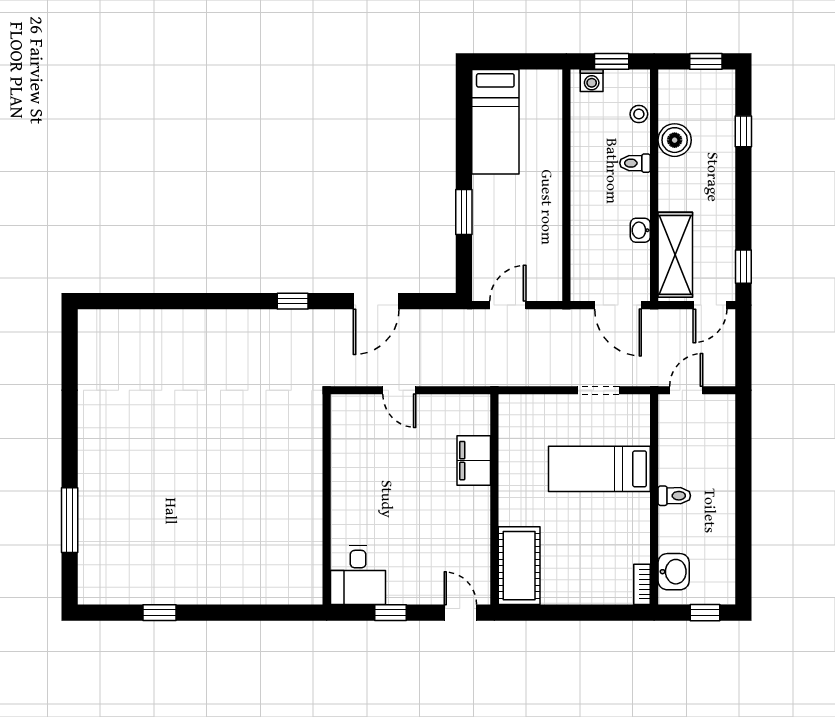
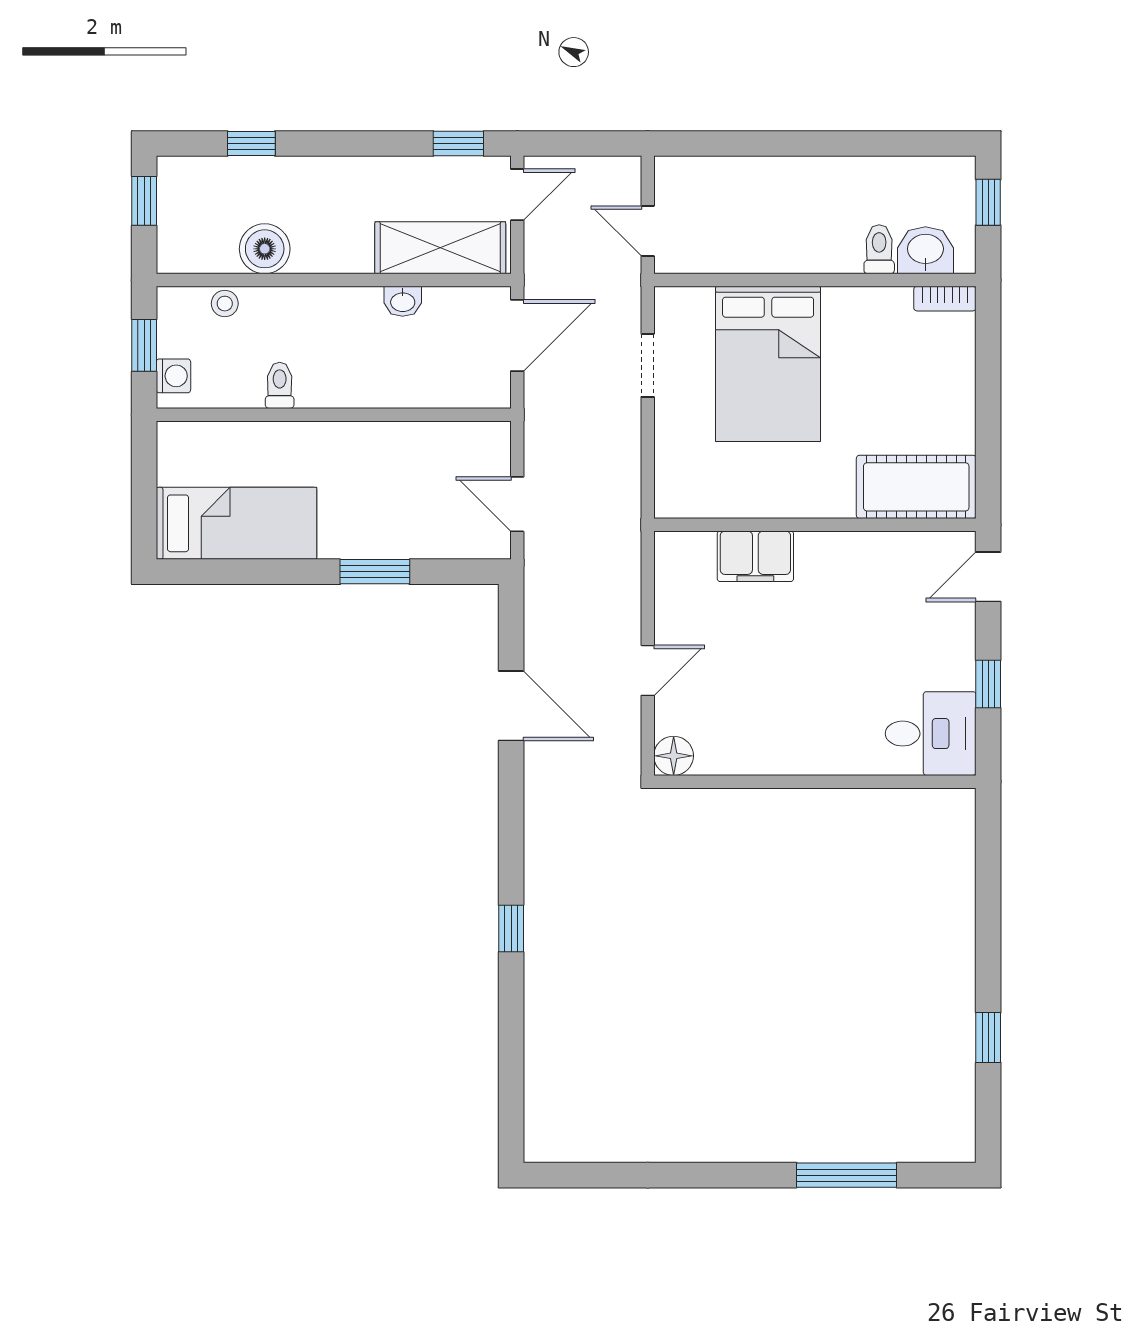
toilet: (635, 163) -> (280, 385), moved, turned 180
window: (293, 301) -> (511, 929), moved
door: (710, 305) -> (517, 195), hinge flipped
floor lamp: (344, 407) -> (674, 756), added
bed: (599, 469) -> (768, 364), width x1.50
toilet: (674, 496) -> (879, 249), moved

